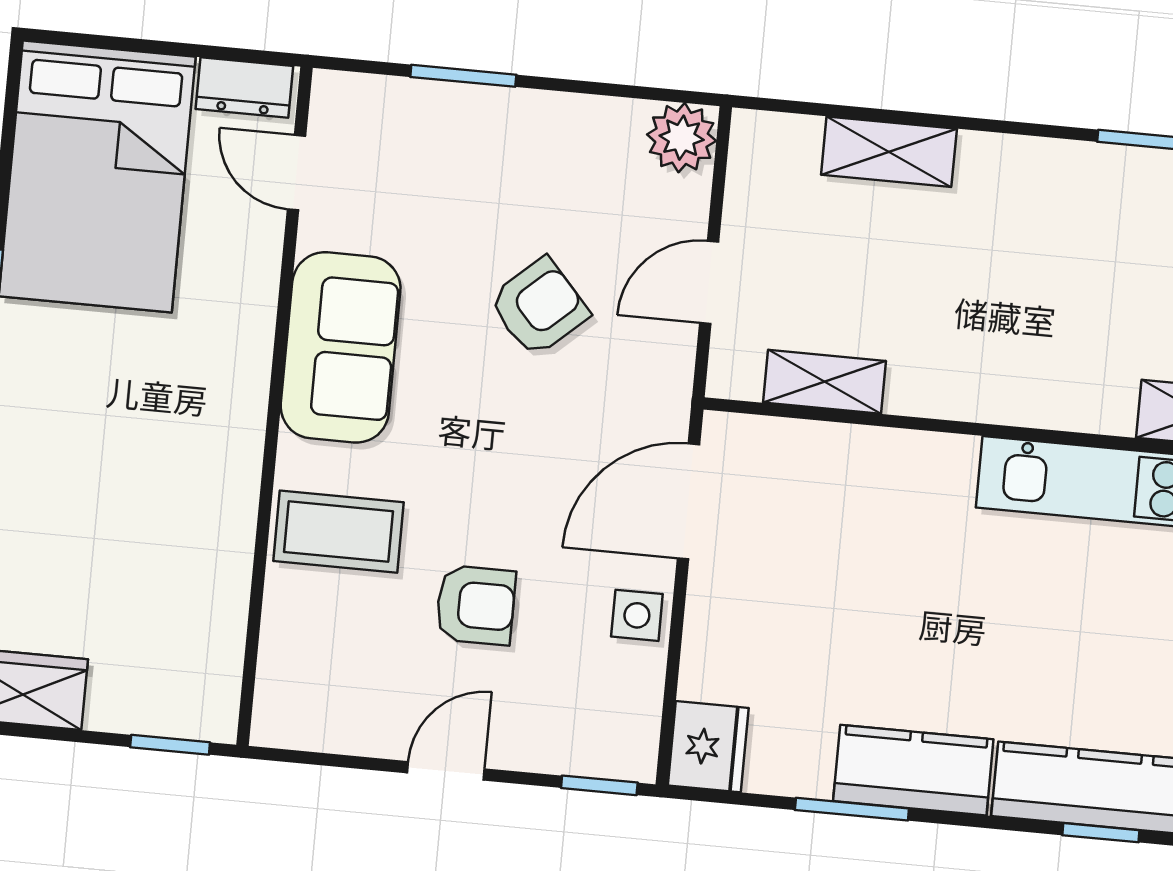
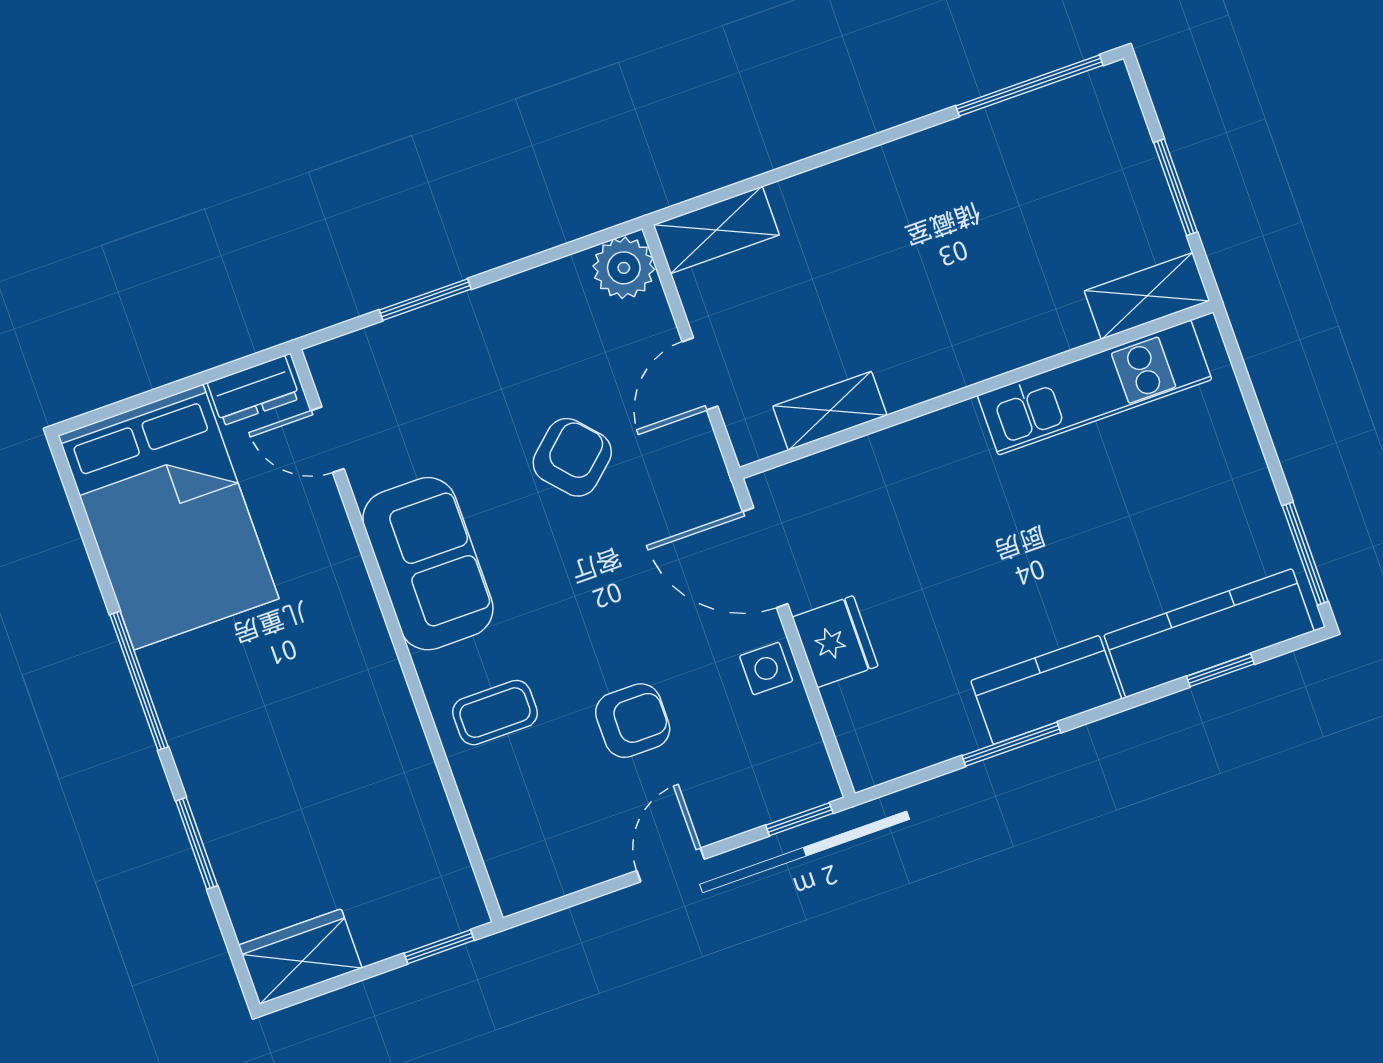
shelving: (889, 152) -> (716, 230), moved
door: (688, 501) -> (765, 558), hinge flipped
coffee table: (339, 532) -> (495, 713), width x0.73, depth x0.77
fridge: (708, 747) -> (835, 642), moved

